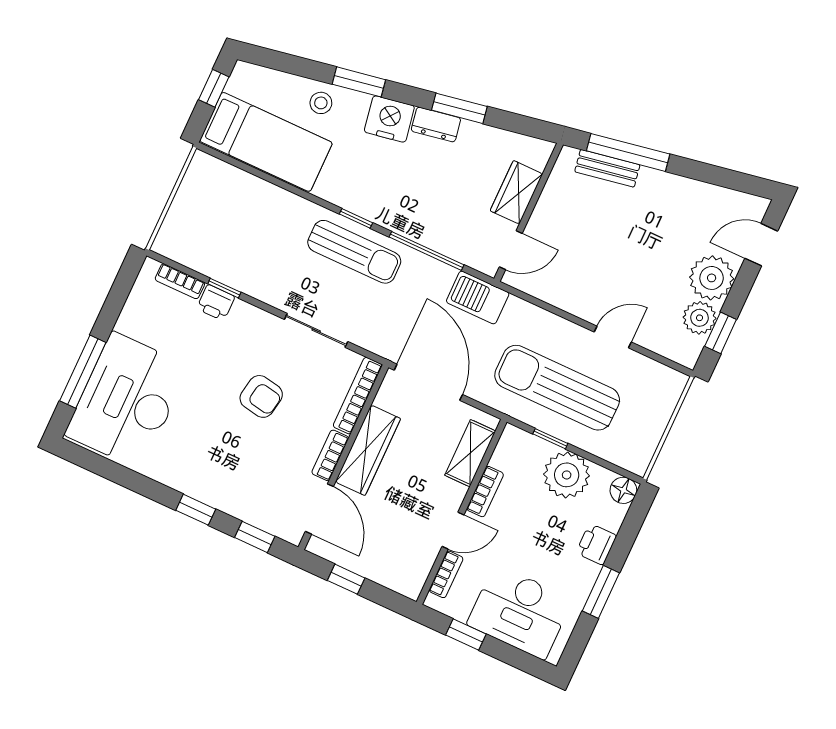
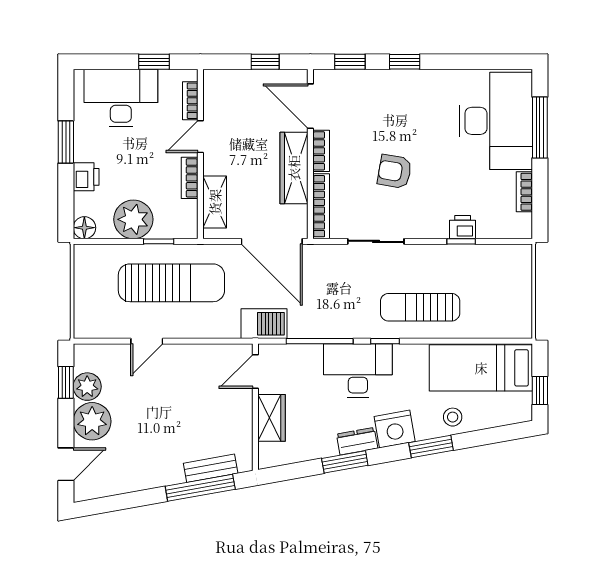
desk: (400, 200) -> (358, 371), added
sun lounger: (354, 252) -> (420, 307), moved
bookcase: (180, 281) -> (524, 192), moved, turned -90

